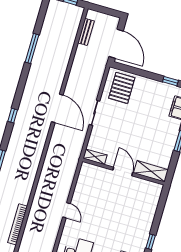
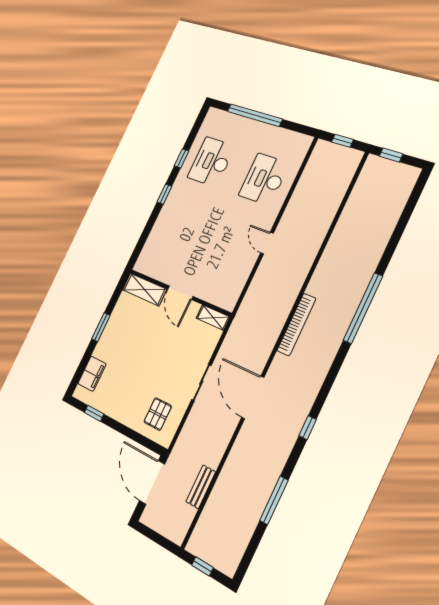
bench: (86, 32) -> (201, 487), moved
pallet: (122, 88) -> (158, 414), width x0.67, depth x0.71
window: (13, 116) -> (308, 428), moved
bookcase: (18, 224) -> (296, 325), moved

